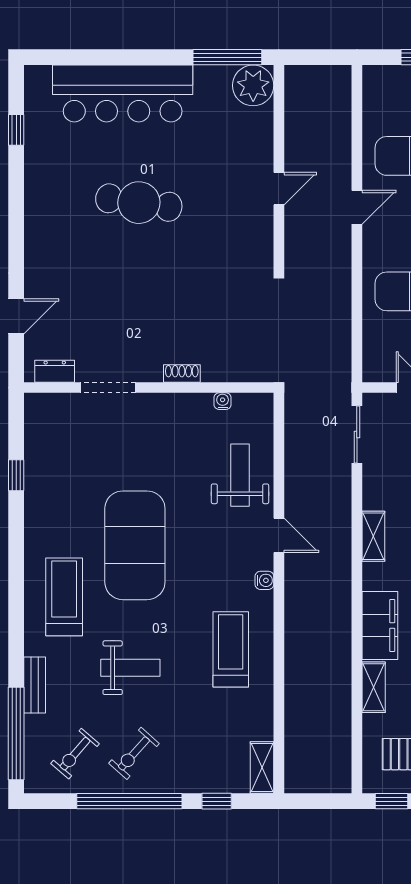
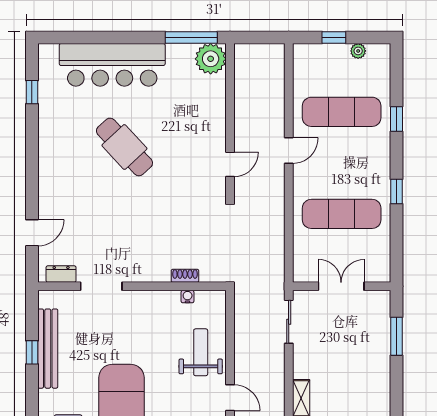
door: (279, 189) -> (230, 164), moved
cafe table: (139, 203) -> (124, 147), turned 39
shoe rack: (182, 373) -> (185, 276), moved
bench: (37, 470) -> (48, 349), added

